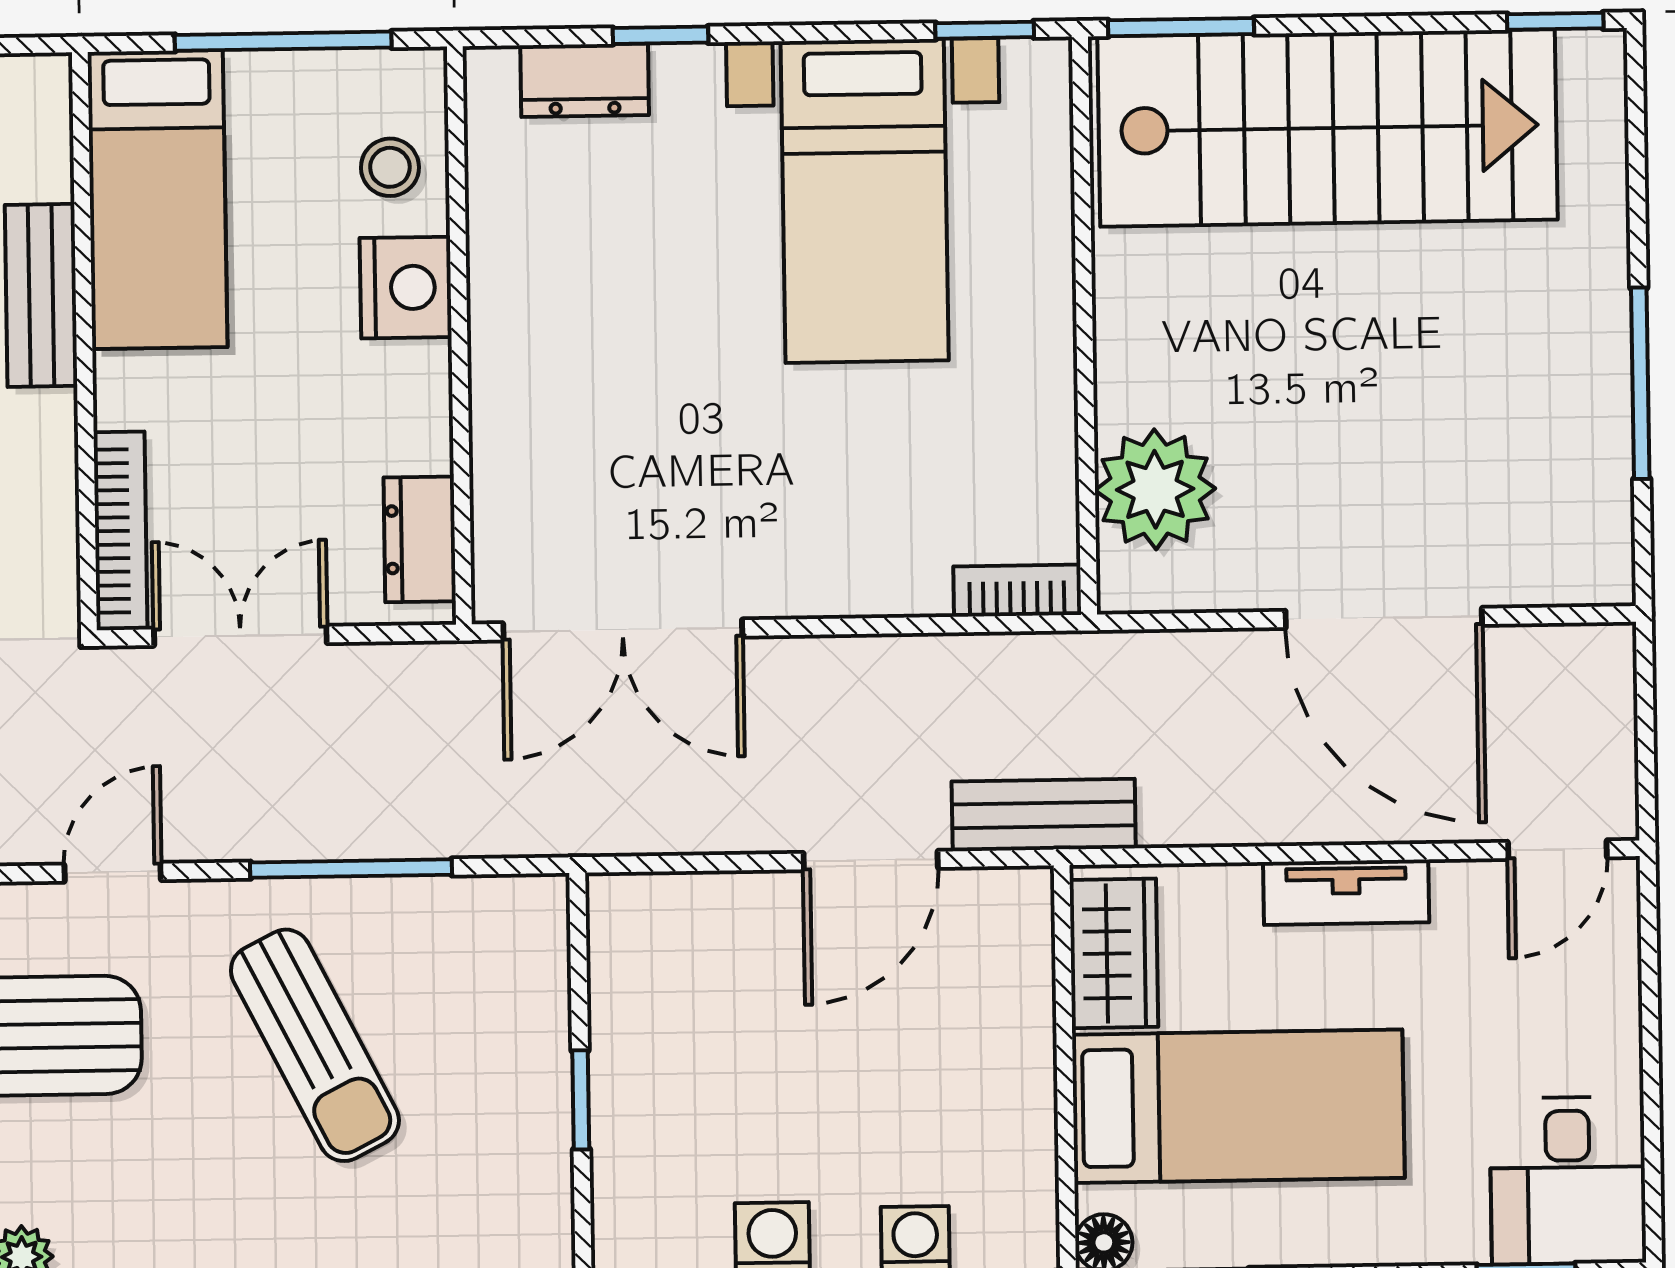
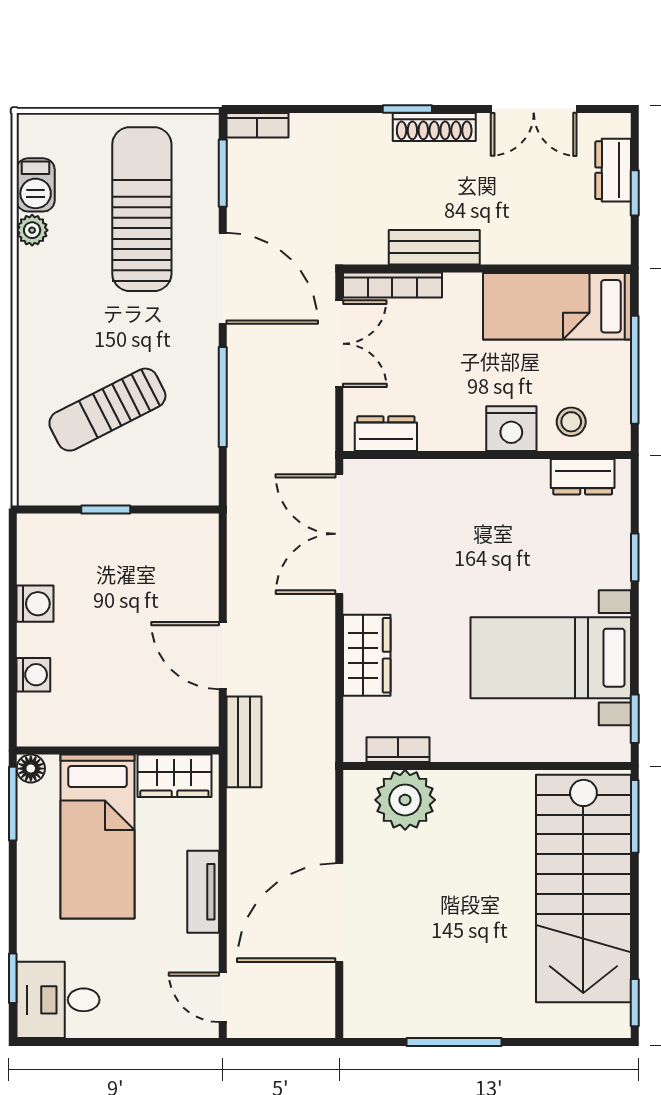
dresser: (585, 80) -> (583, 477), moved, turned -90
bench: (41, 295) -> (434, 247), moved
wardrobe: (866, 571) -> (367, 655), added
bookcase: (1017, 591) -> (398, 750), moved, turned -90
door: (113, 872) -> (223, 278), width x1.88
sun lounger: (315, 1045) -> (107, 410), moved

